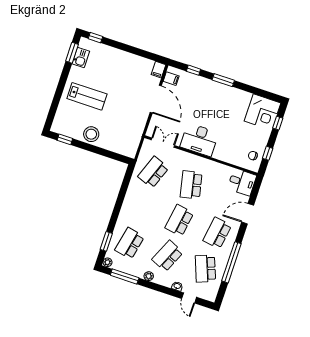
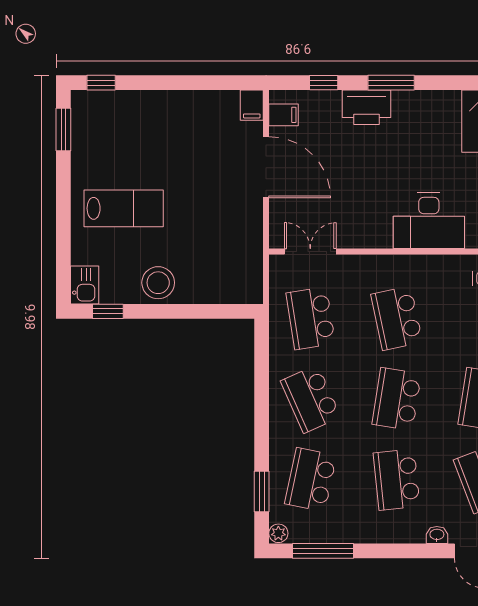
kitchen sink: (81, 58) -> (85, 285), moved
printer: (209, 87) -> (367, 107), added
desk: (199, 140) -> (429, 221), moved
school desk: (153, 172) -> (311, 318), turned -30
school desk: (141, 208) -> (311, 399), added
school desk: (167, 256) -> (397, 480), turned -30
plant: (149, 276) -> (372, 534), removed

